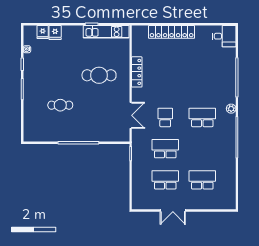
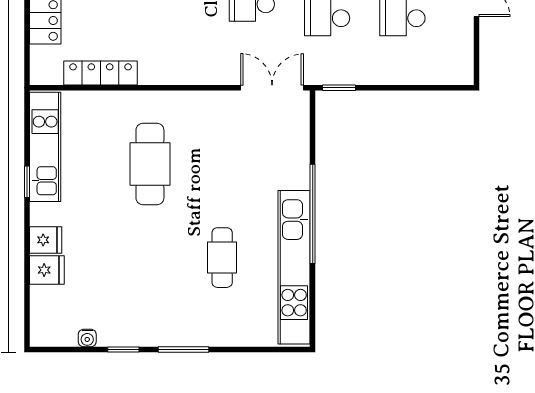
fridge: (43, 32) -> (46, 240), moved
locker: (137, 72) -> (101, 73), moved
double door: (131, 115) -> (272, 88), moved
kitchen unit: (56, 135) -> (294, 267), added

